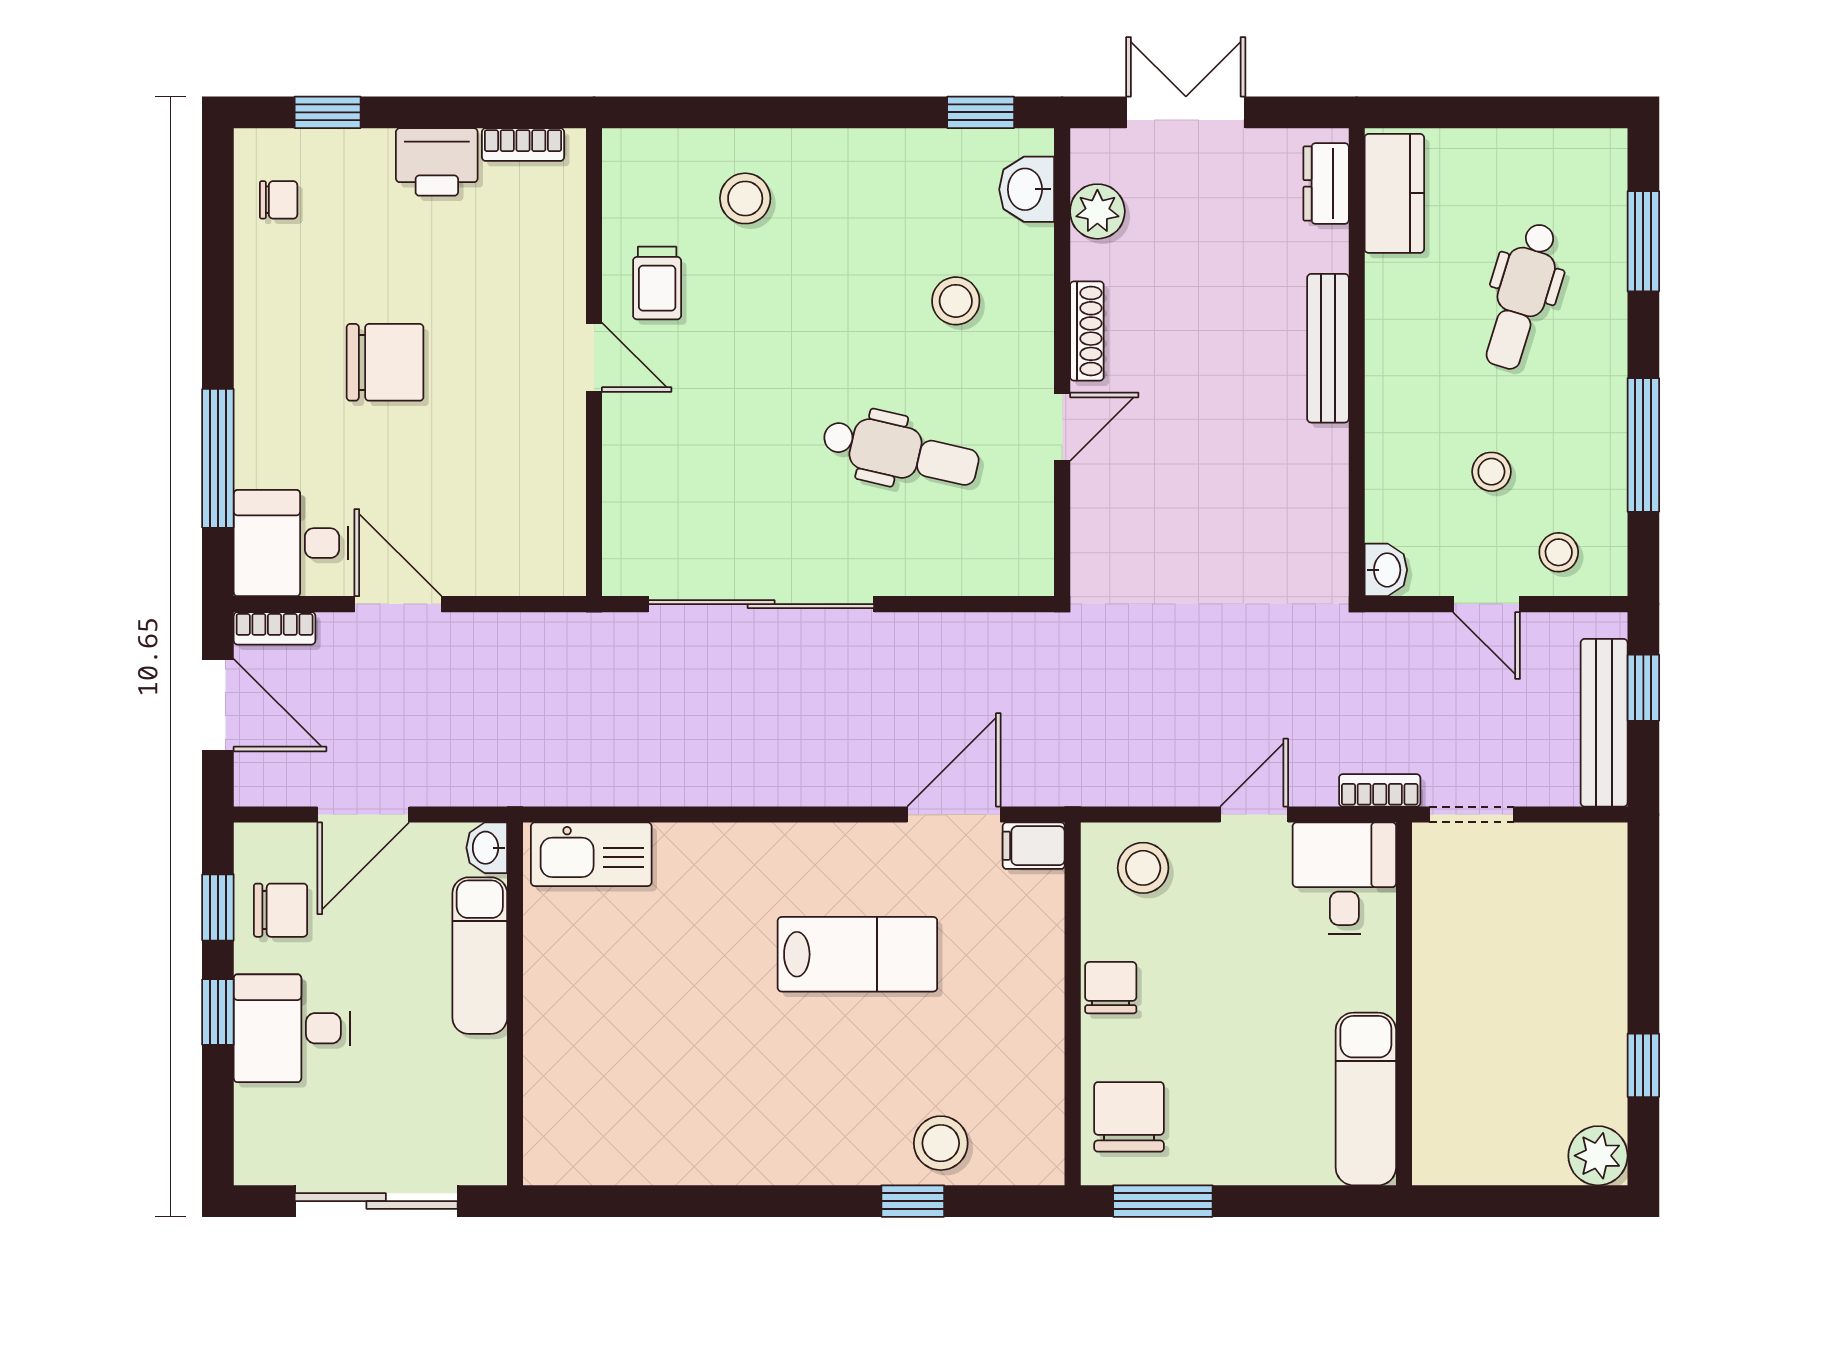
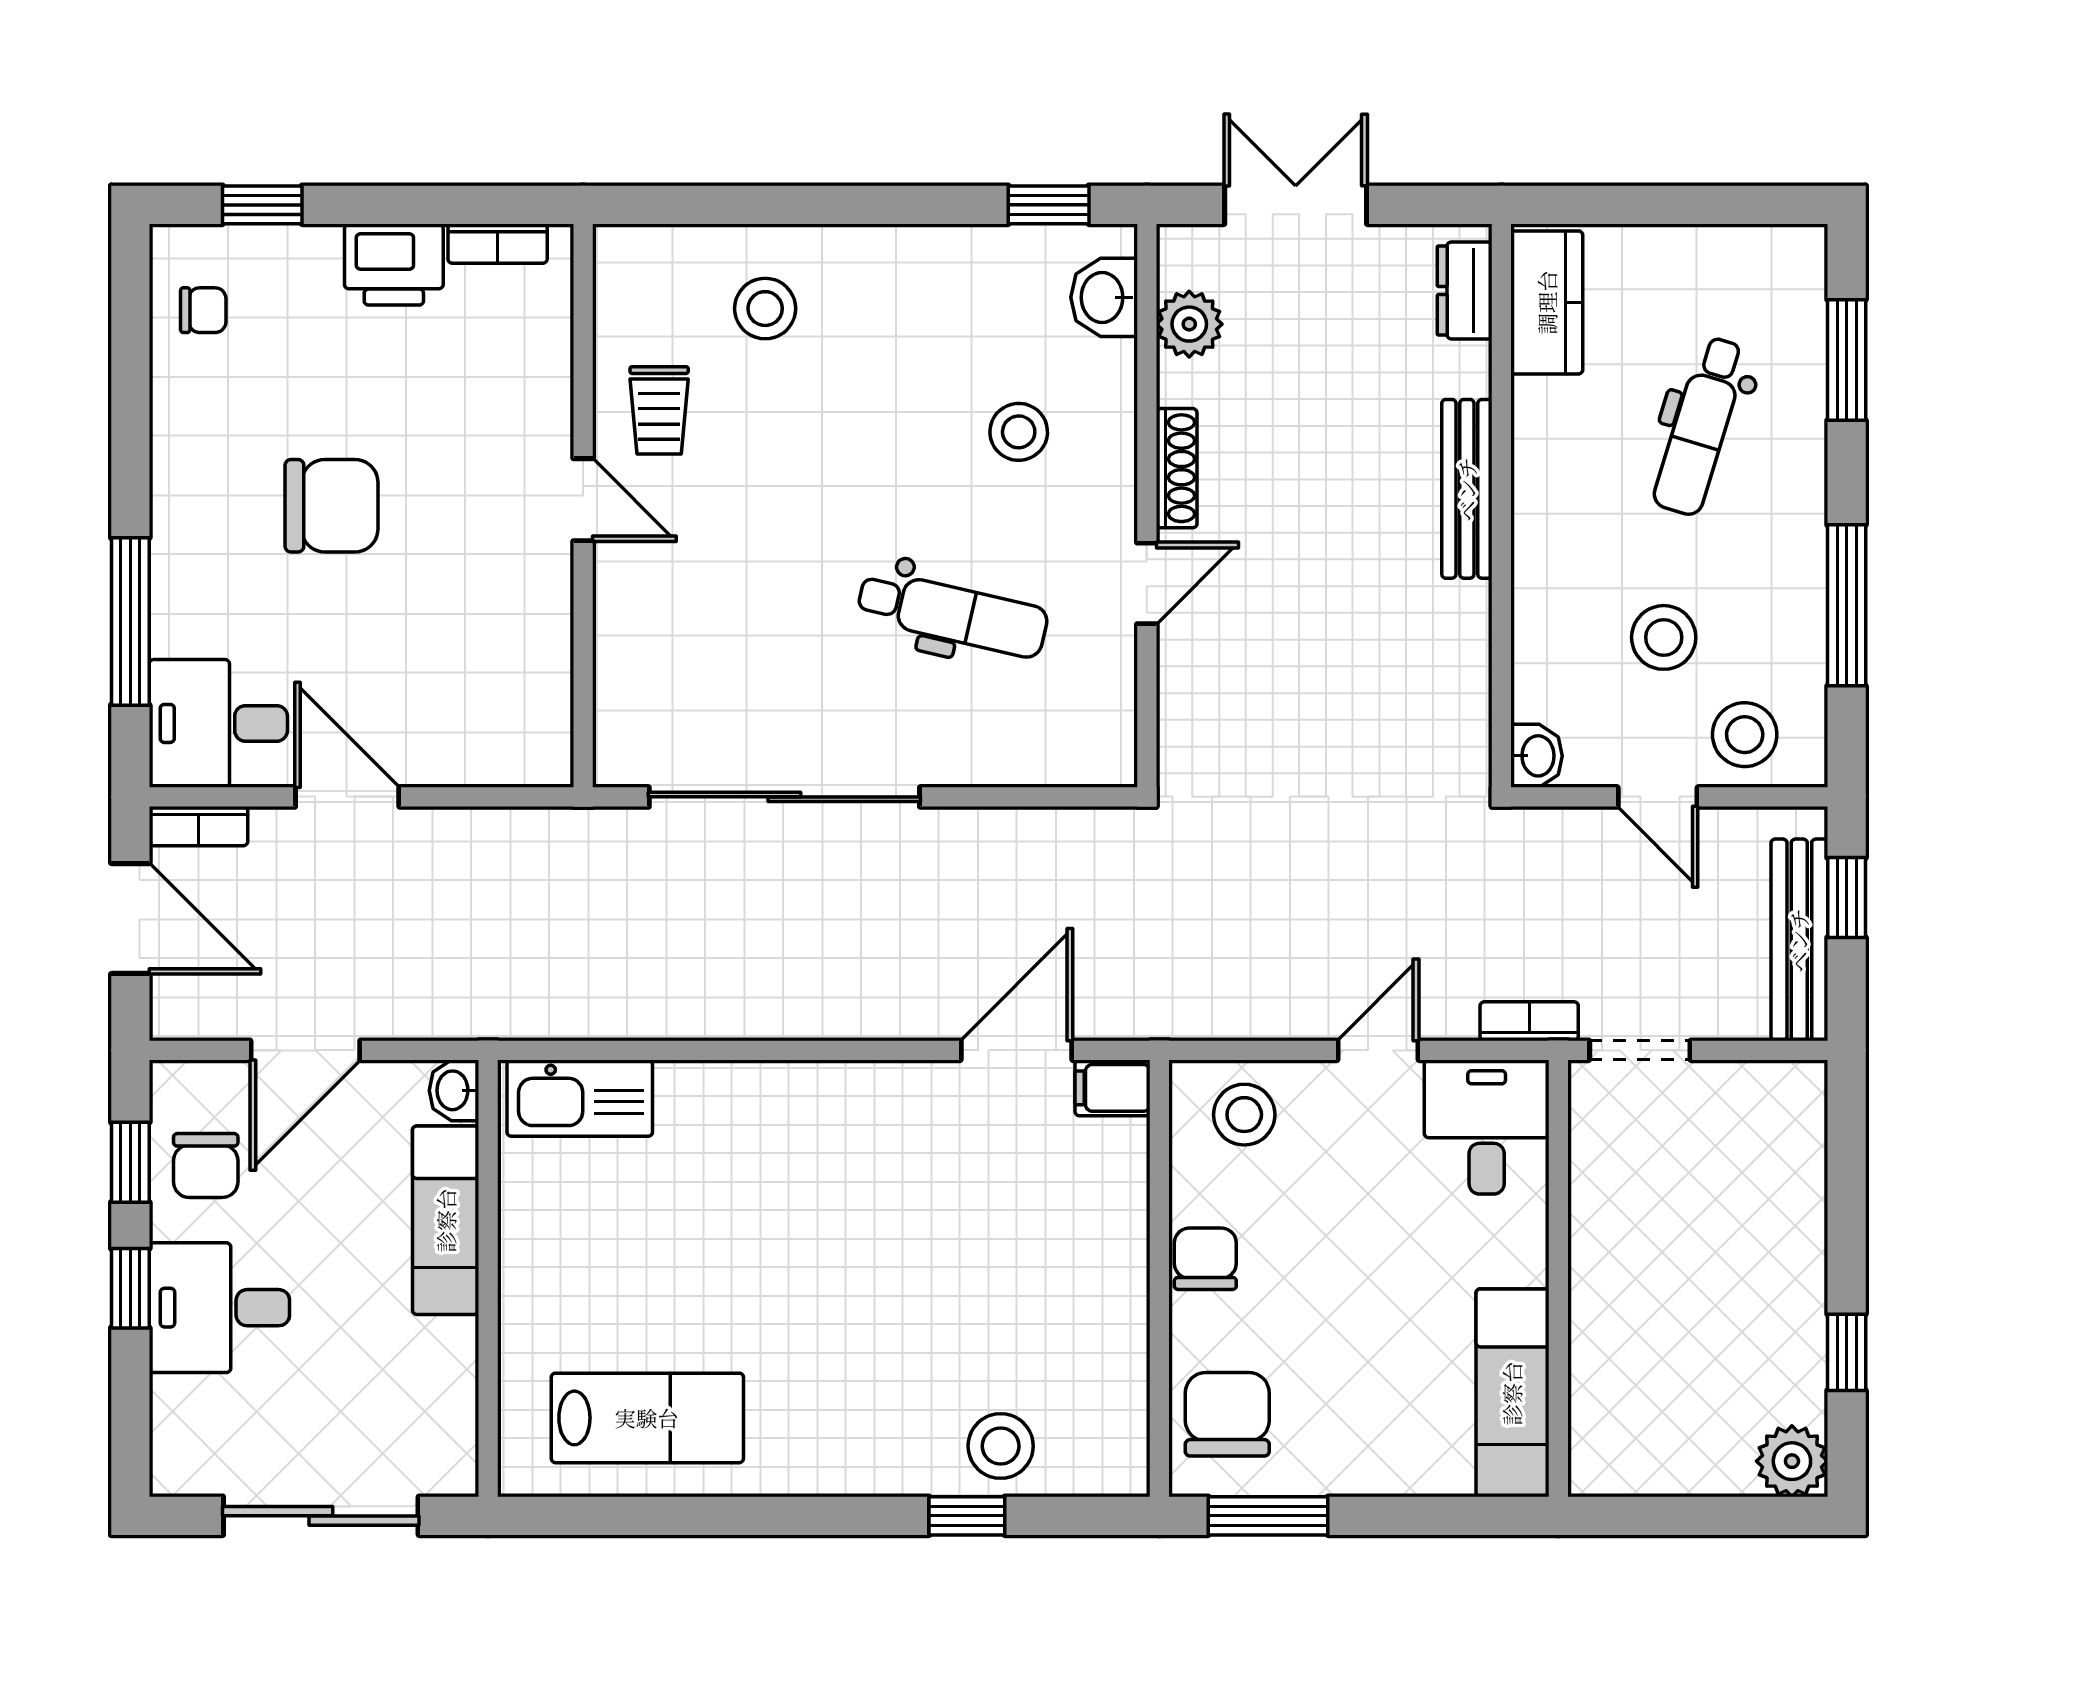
stool: (1491, 472) -> (1664, 637), width x1.37, depth x1.37
stool: (1559, 552) -> (1745, 735), width x1.37, depth x1.37
chair: (281, 910) -> (206, 1165), turned 90
lab bench: (857, 954) -> (647, 1418), moved

